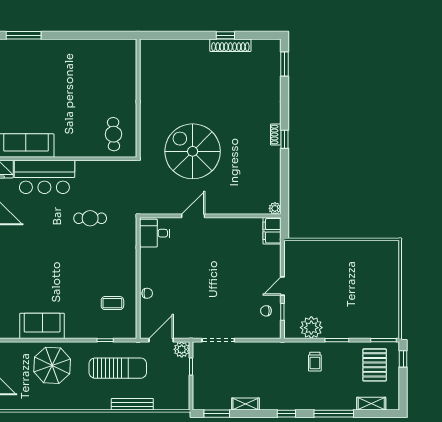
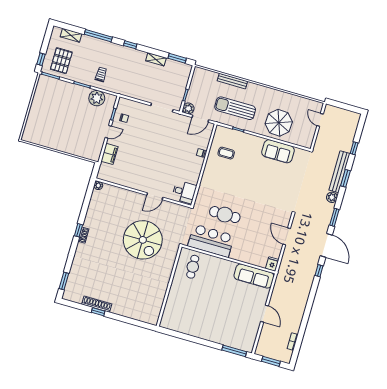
bar counter: (44, 177) -> (211, 241), moved
cafe table: (90, 218) -> (225, 215), width x1.37, depth x1.35
filing cabinet: (272, 231) -> (109, 154), moved

